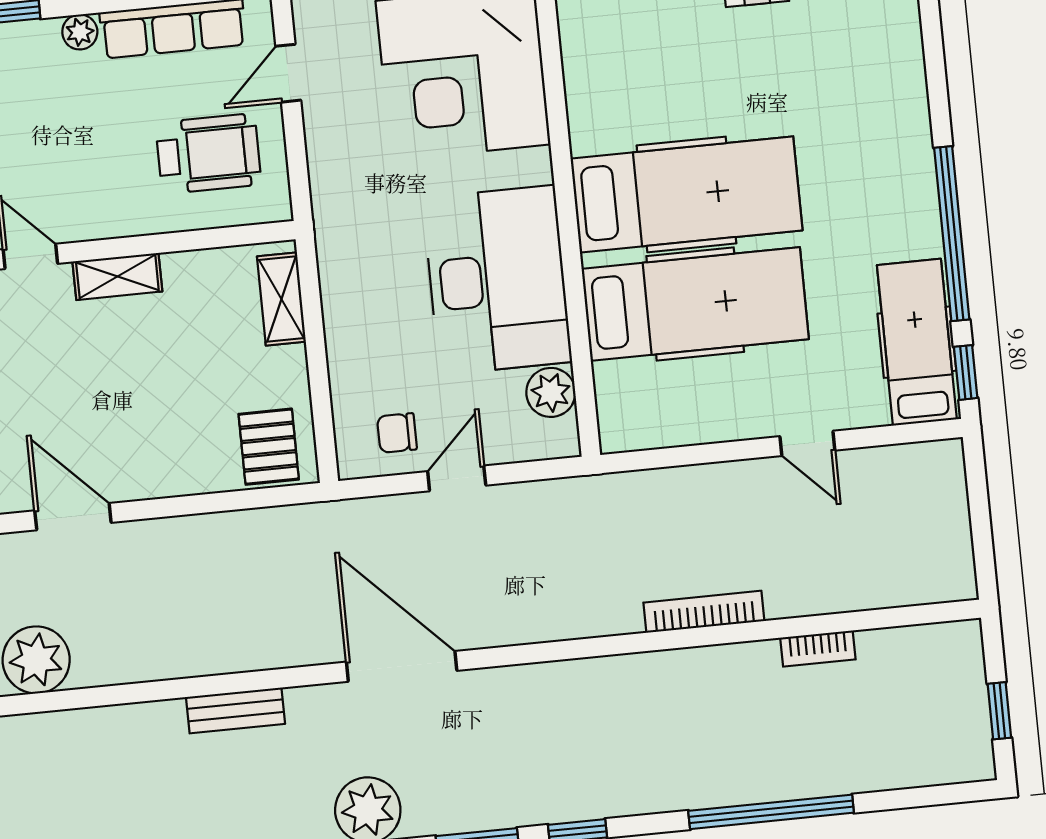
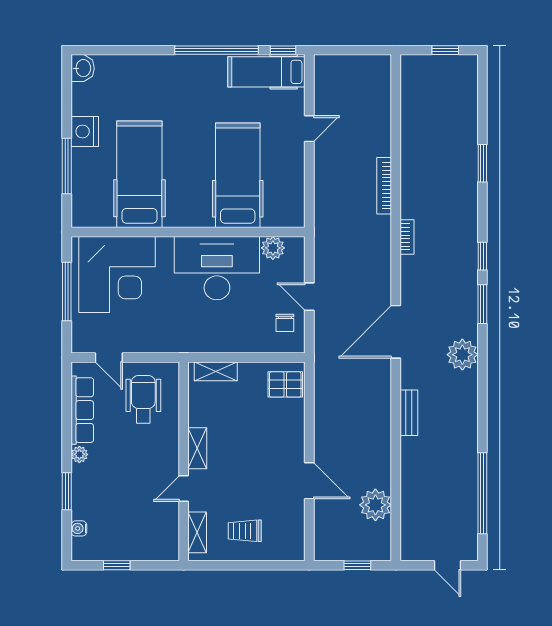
hospital bed: (686, 194) -> (139, 174), moved
door: (73, 517) -> (309, 481), swing flipped
bookcase: (818, 649) -> (407, 237), moved
window: (771, 812) -> (482, 163), width x0.47

